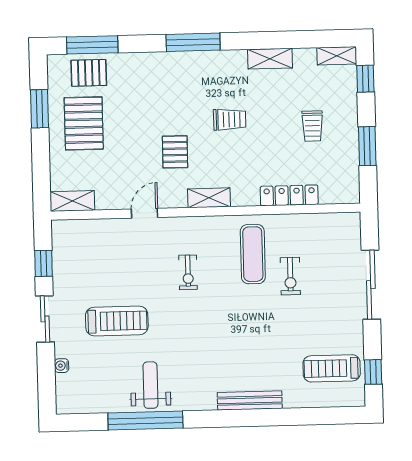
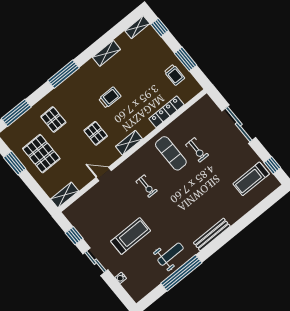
pallet: (89, 73) -> (53, 119), moved, turned 90
trolley: (312, 126) -> (174, 75), moved
door: (144, 213) -> (104, 174), hinge flipped
weight bench: (150, 385) -> (171, 254), turned 90
bench: (250, 400) -> (212, 234), moved

